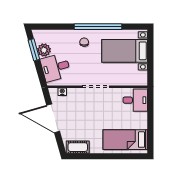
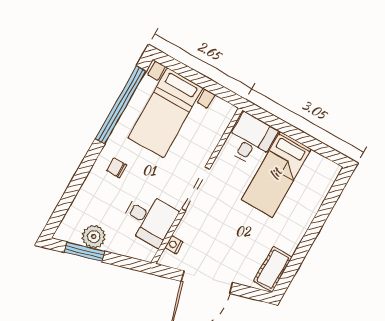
window: (98, 27) -> (121, 105), moved
desk: (56, 67) -> (149, 219), moved, turned -74
bed: (125, 140) -> (276, 174), moved

